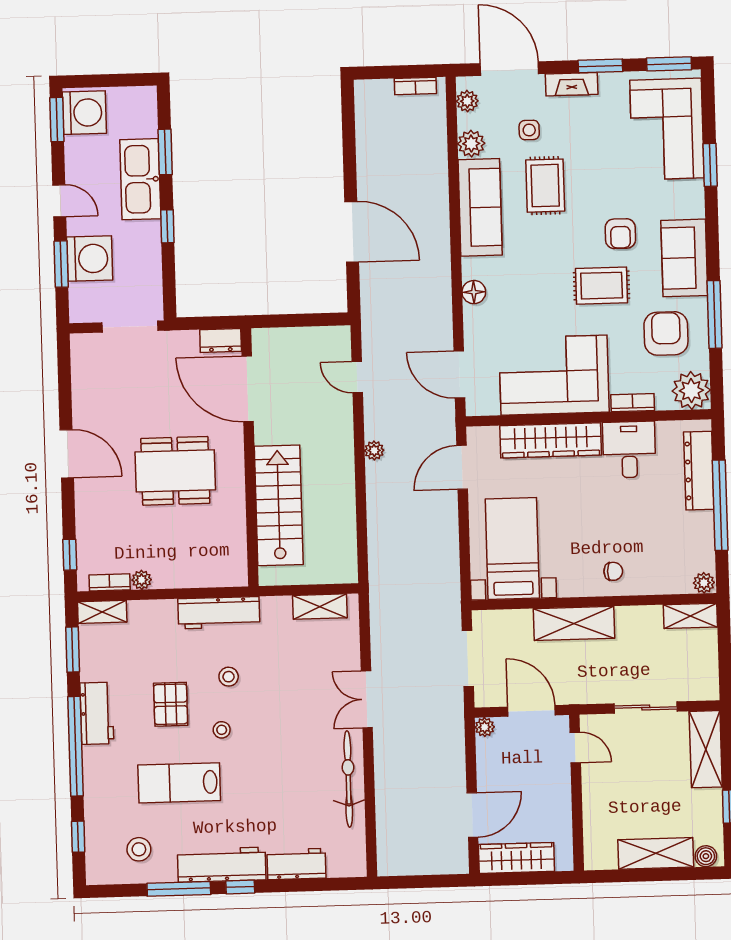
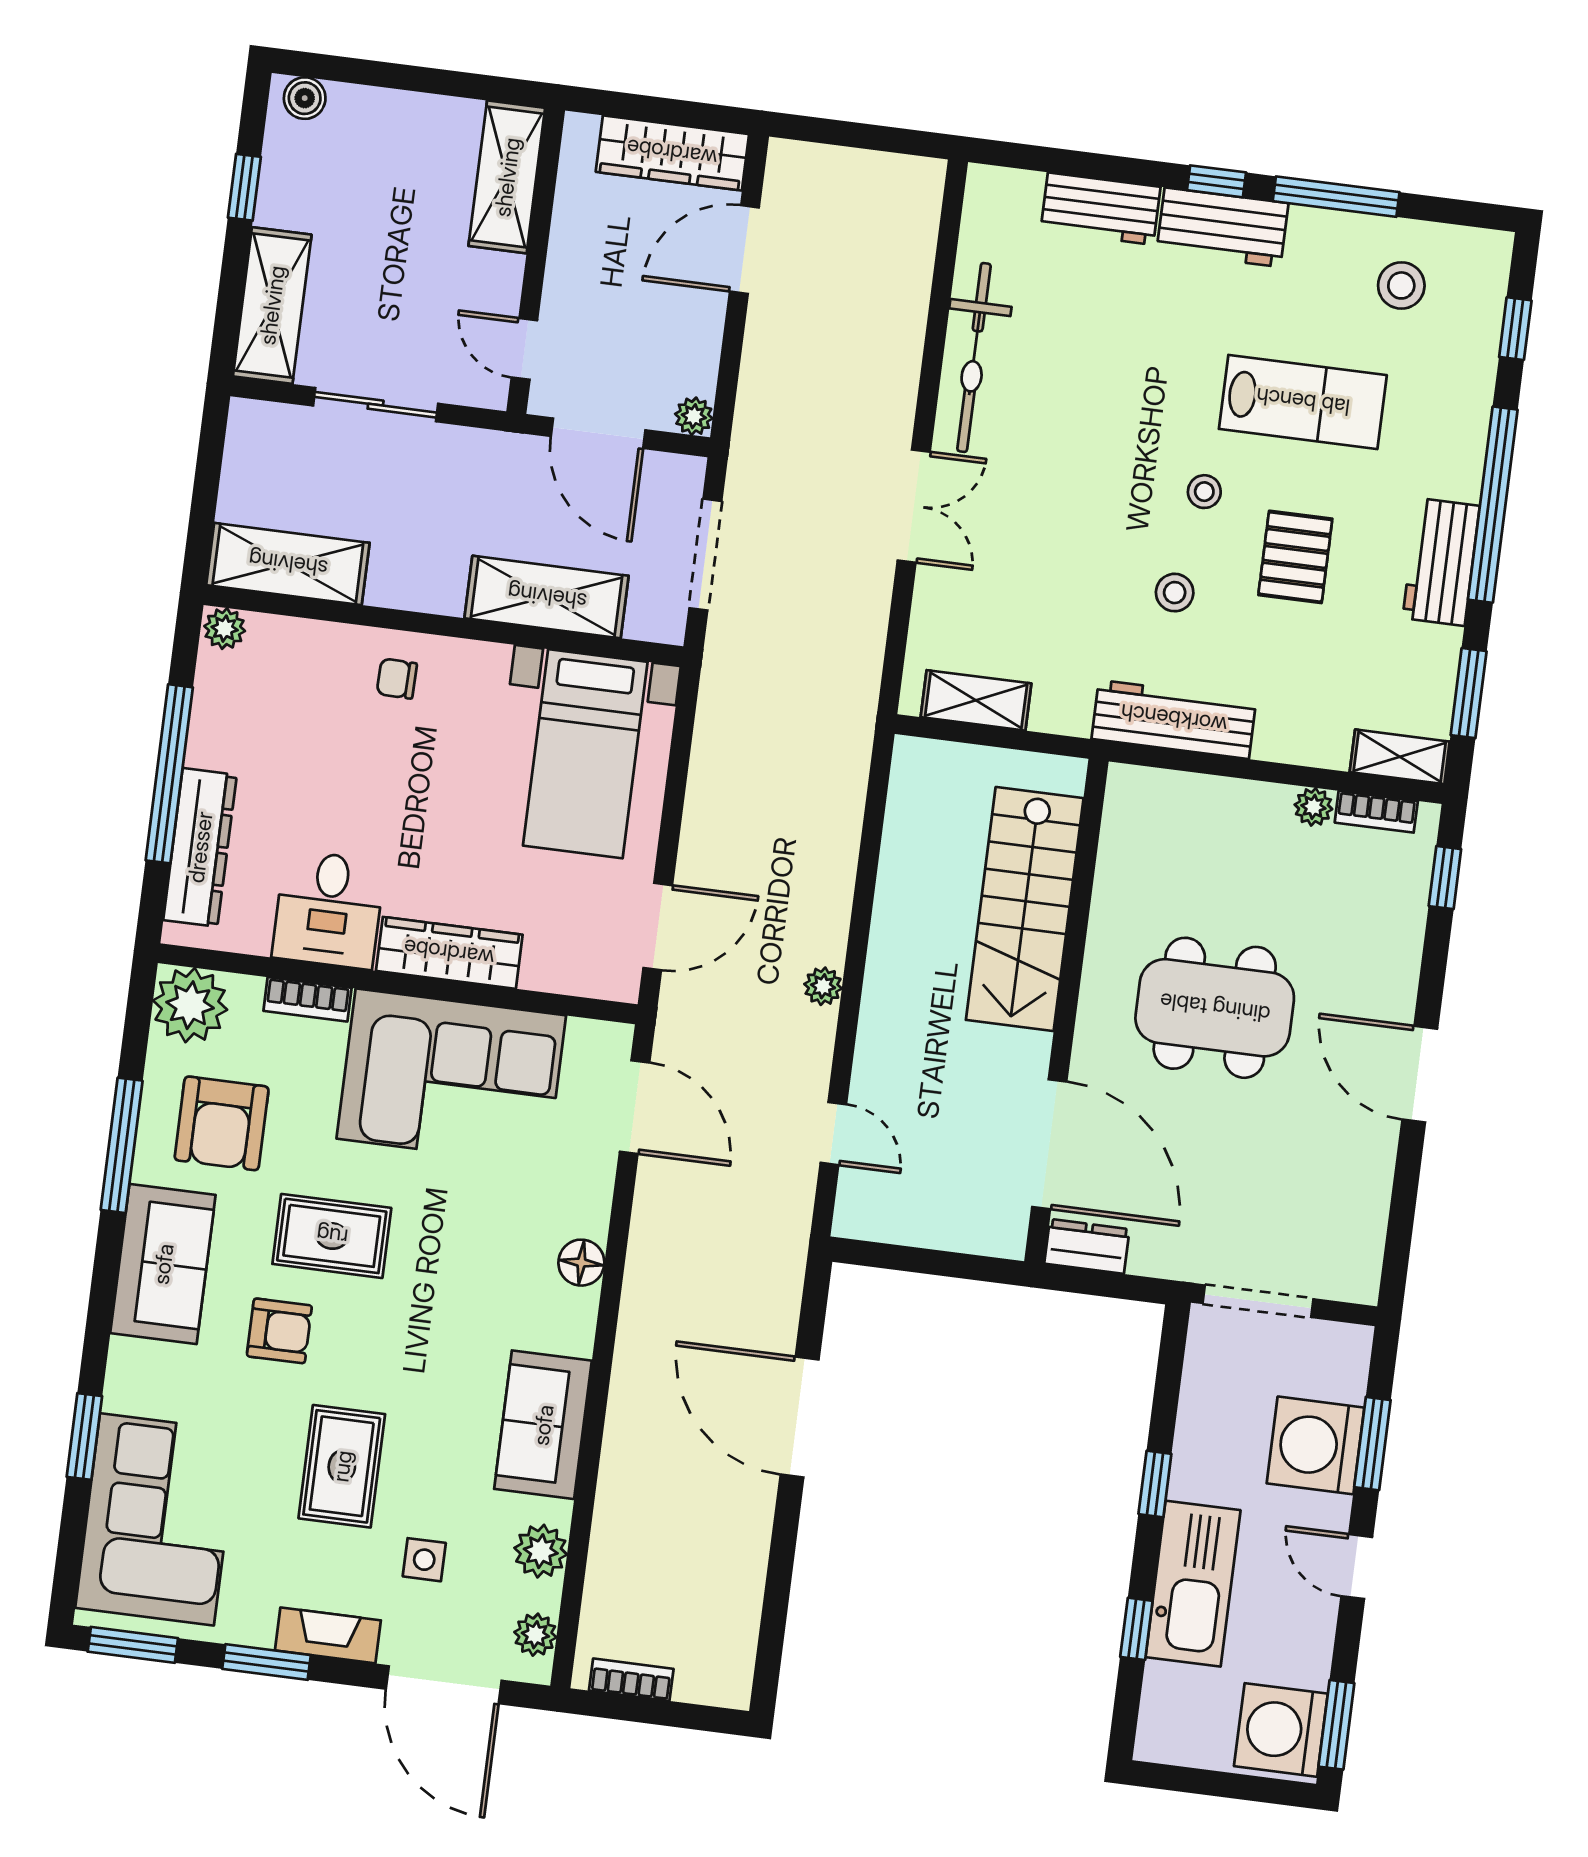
window: (165, 152) -> (1136, 1629), width x0.67
rug: (545, 186) -> (342, 1466), moved
sofa: (480, 207) -> (543, 1425), width x0.73
armchair: (620, 234) -> (279, 1331), turned 90
wardrobe: (551, 440) -> (449, 953), width x0.71, depth x0.85
shelving: (690, 616) -> (288, 564), width x1.50, depth x1.33
shelving: (574, 623) -> (547, 597), moved
shelving: (656, 853) -> (507, 177), moved, turned 90
workbench: (222, 865) -> (1222, 227), width x0.73

